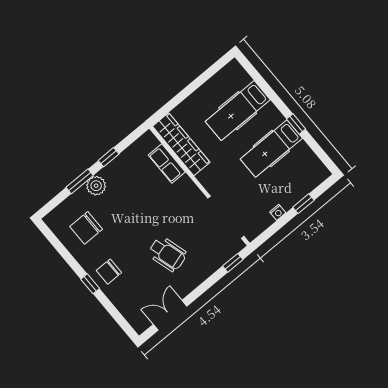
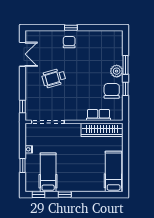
hospital bed: (238, 111) -> (114, 172), moved
hospital bed: (271, 149) -> (48, 172), moved
window: (322, 155) -> (39, 195), added
chair: (86, 228) -> (112, 91), moved

